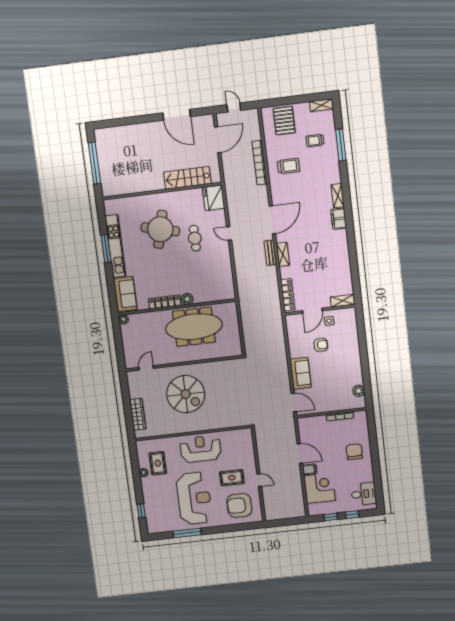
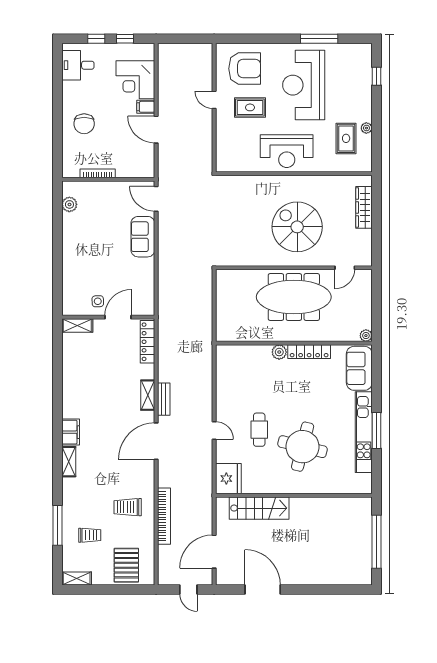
meeting table: (194, 327) -> (294, 297), moved
armchair: (321, 345) -> (112, 271), removed

